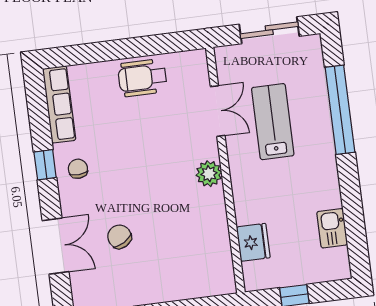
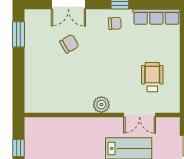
wheelchair: (142, 78) -> (152, 77), moved
fridge: (253, 242) -> (55, 127), removed

